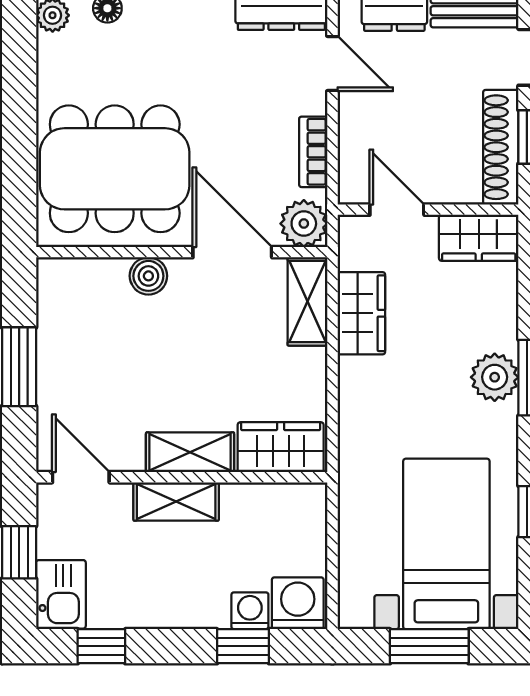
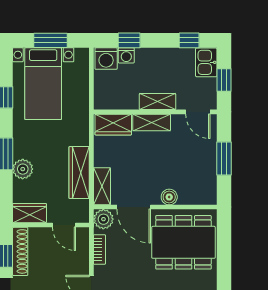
wardrobe: (361, 313) -> (79, 173), width x1.50
plant: (495, 377) -> (23, 169), moved

